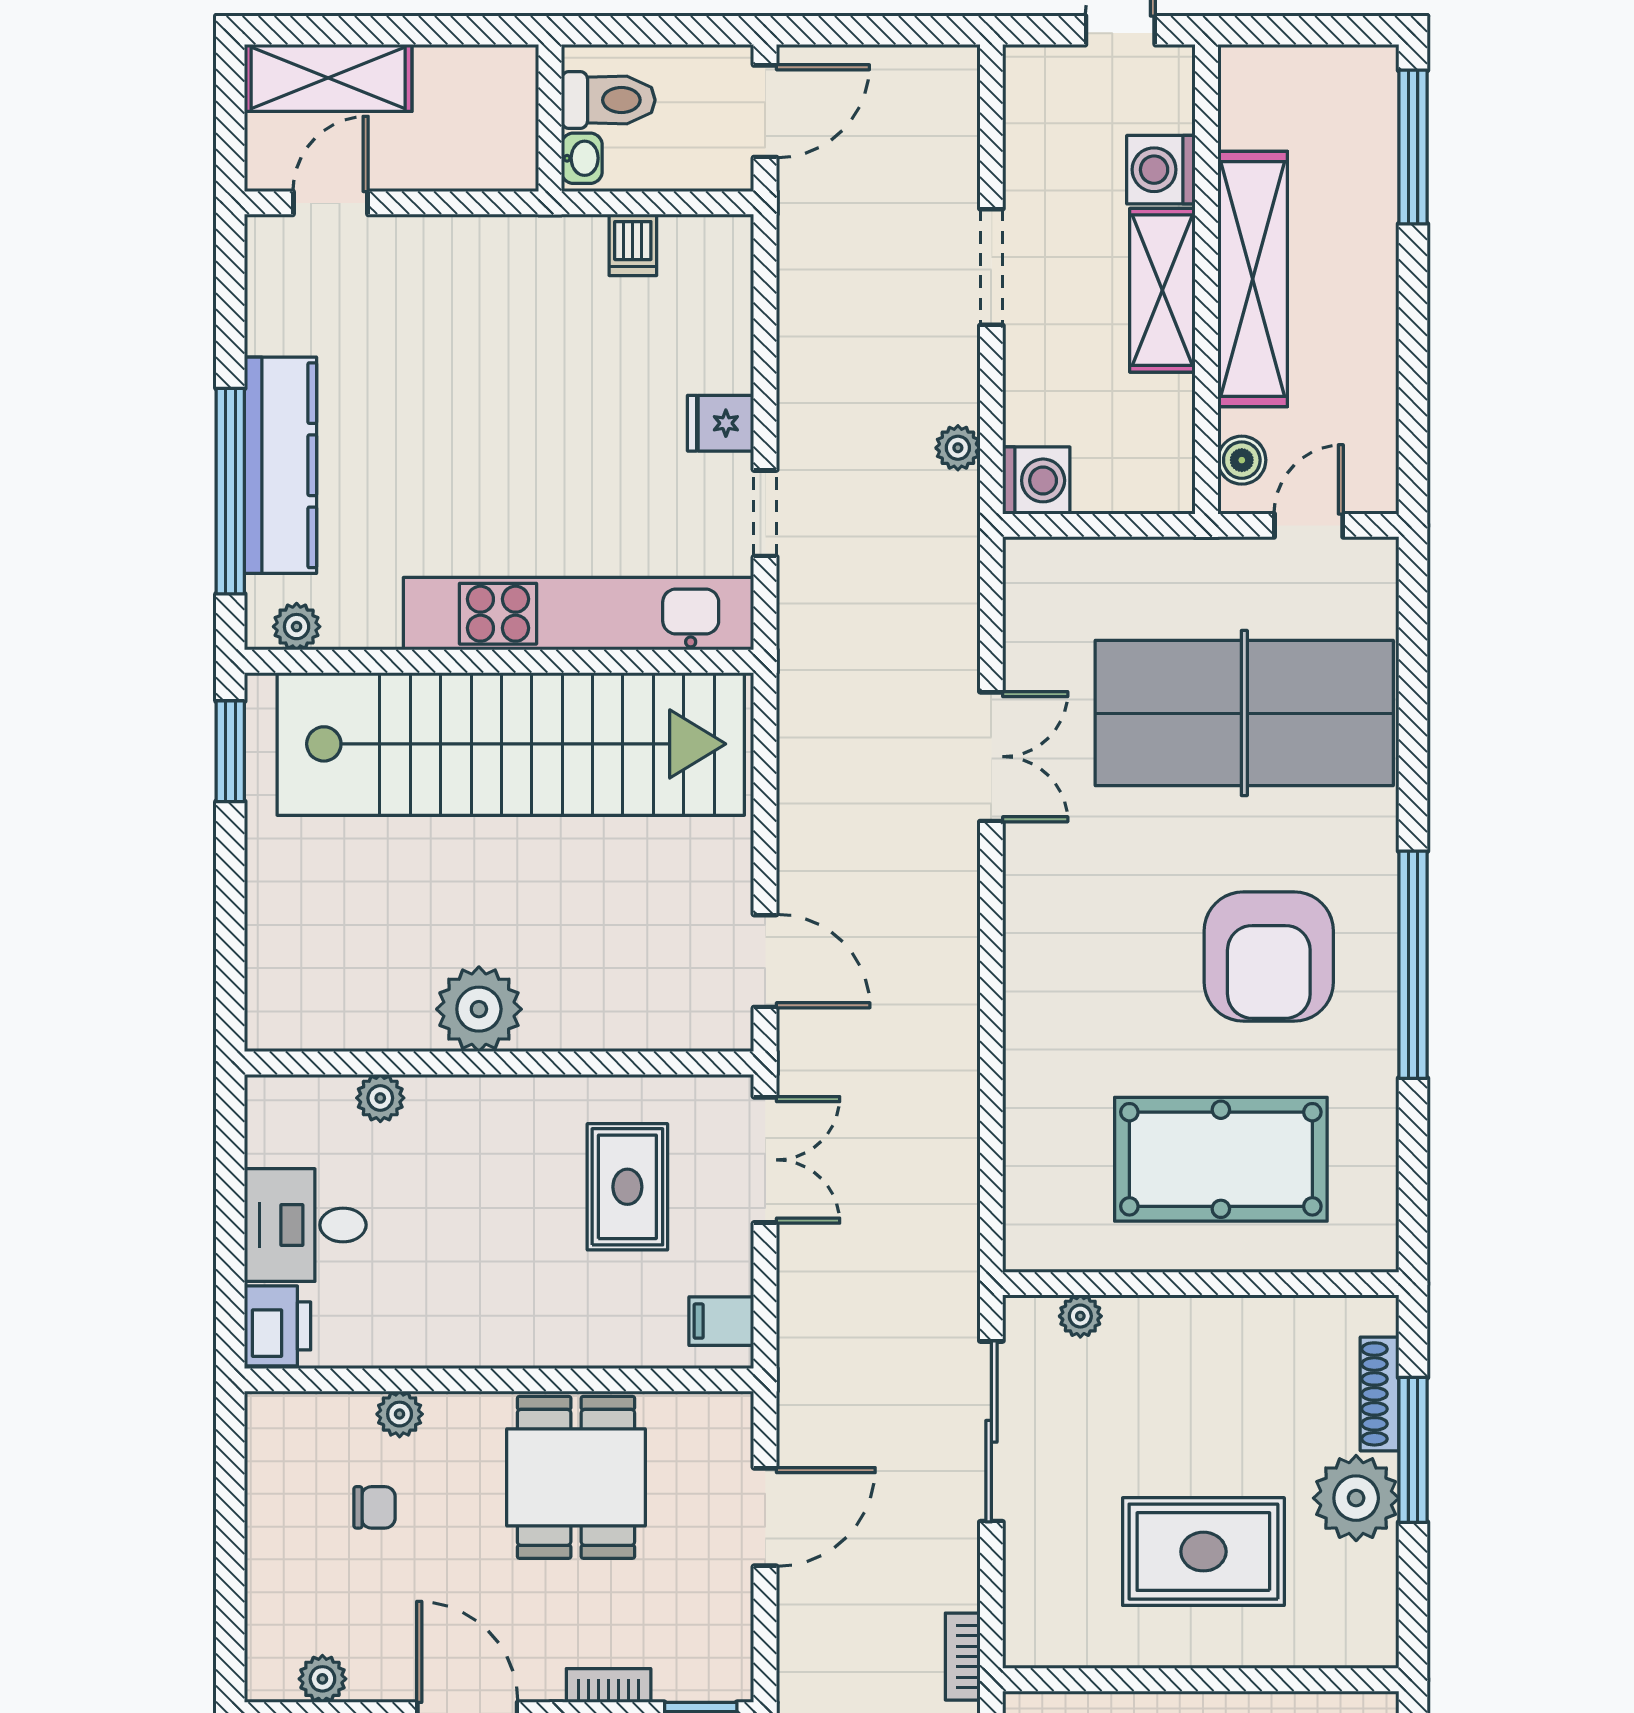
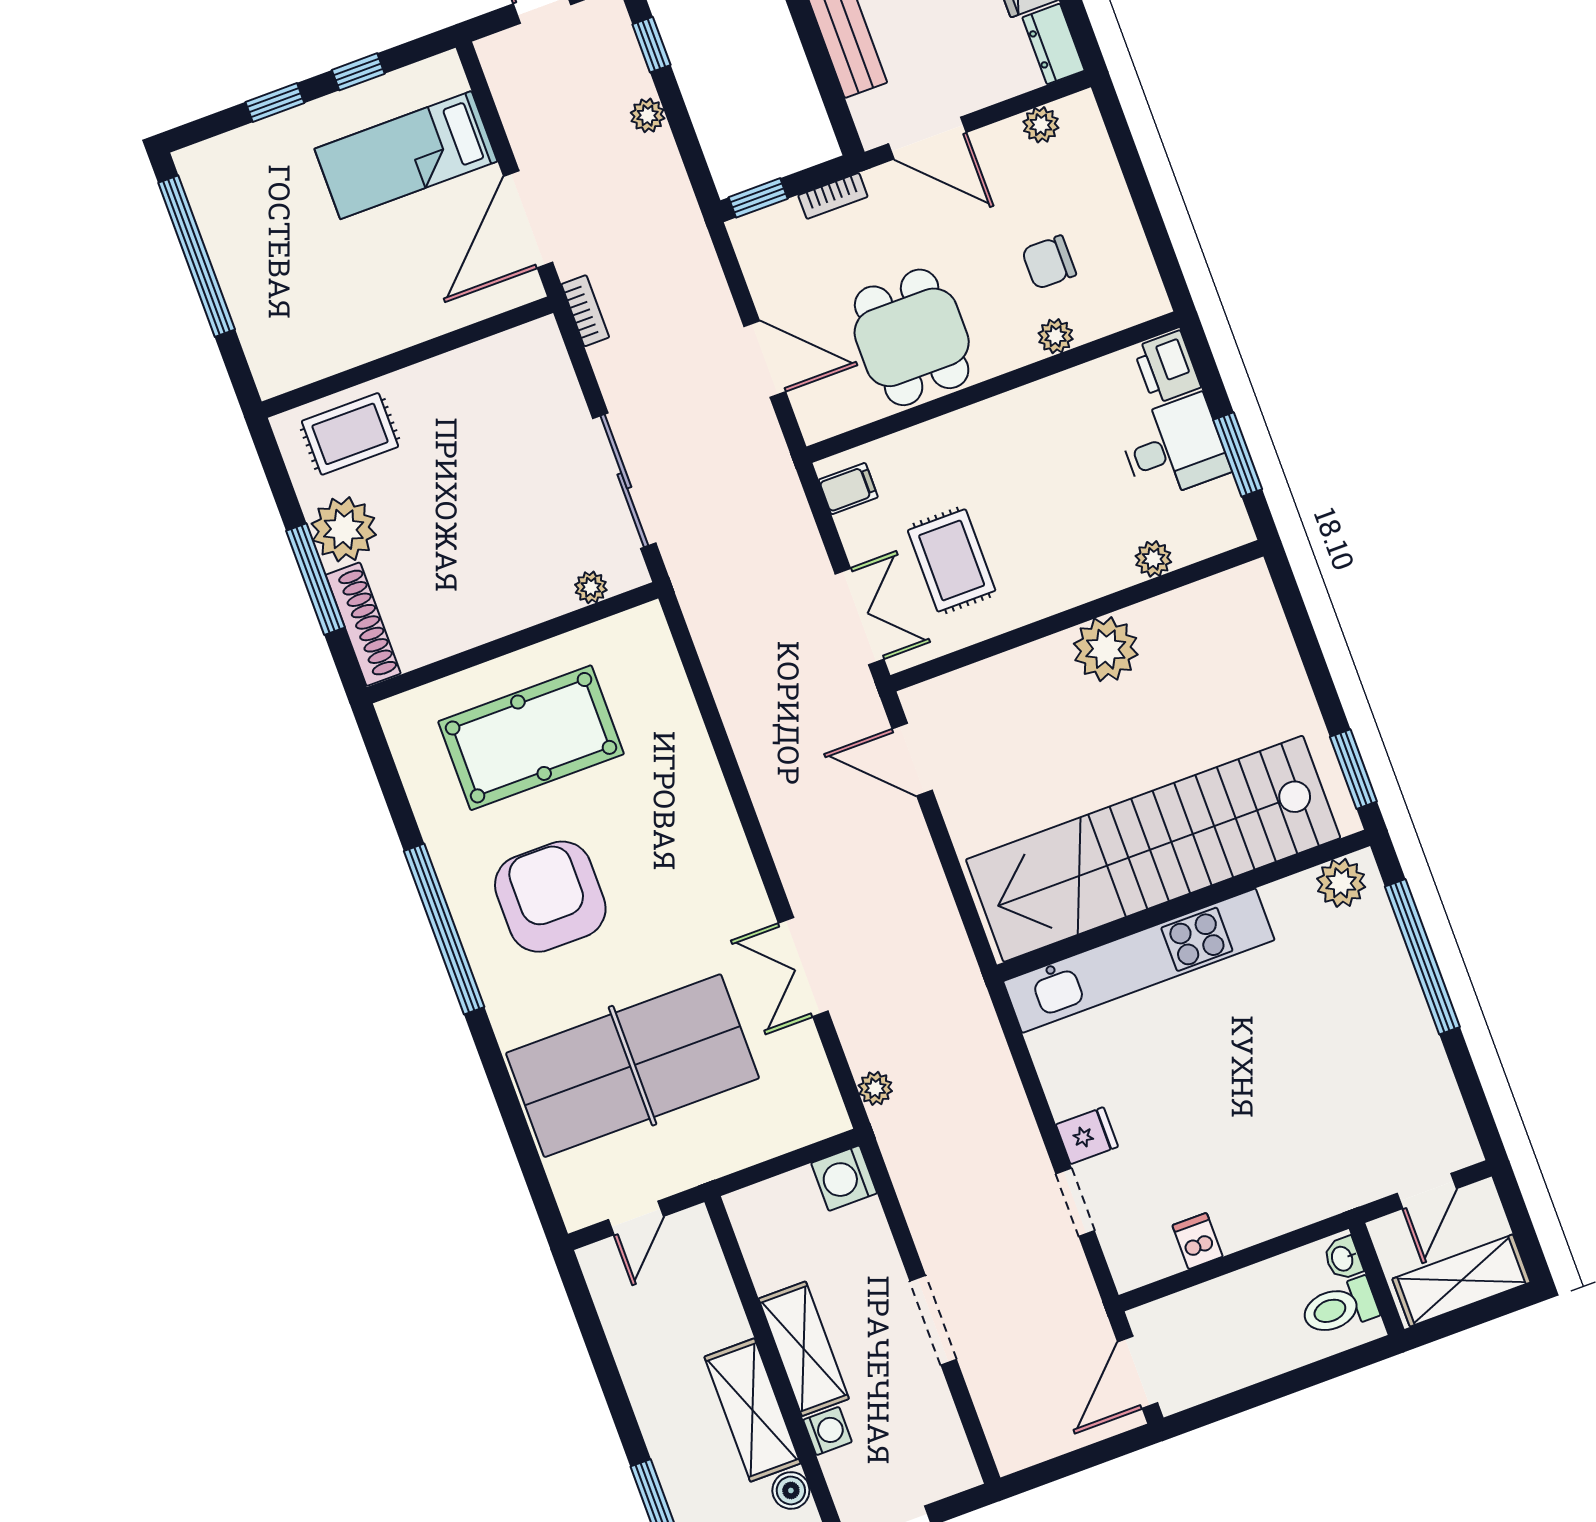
toilet: (608, 100) -> (1339, 1307), moved
wall: (550, 118) -> (1377, 1279), moved
washbasin: (582, 158) -> (1343, 1258), moved
washing machine: (1161, 170) -> (828, 1431), width x0.73, depth x0.73
shelving: (1253, 279) -> (752, 1410), width x0.68
plant: (958, 448) -> (875, 1088), moved
boiler: (1242, 460) -> (791, 1490), moved
kitchen counter: (281, 465) -> (1393, 989), removed
doorway: (765, 513) -> (1075, 1202), moved
plant: (297, 627) -> (1341, 883), width x1.38, depth x1.38
double door: (765, 1160) -> (859, 616), swing flipped
window: (230, 1188) -> (1238, 454), added
shoe rack: (1379, 1394) -> (363, 624), width x1.36, depth x1.24
chair: (374, 1507) -> (1049, 262), width x1.37, depth x1.37
door: (765, 1517) -> (765, 359), swing flipped
rug: (1203, 1552) -> (350, 434), moved, width x0.73, depth x0.70

